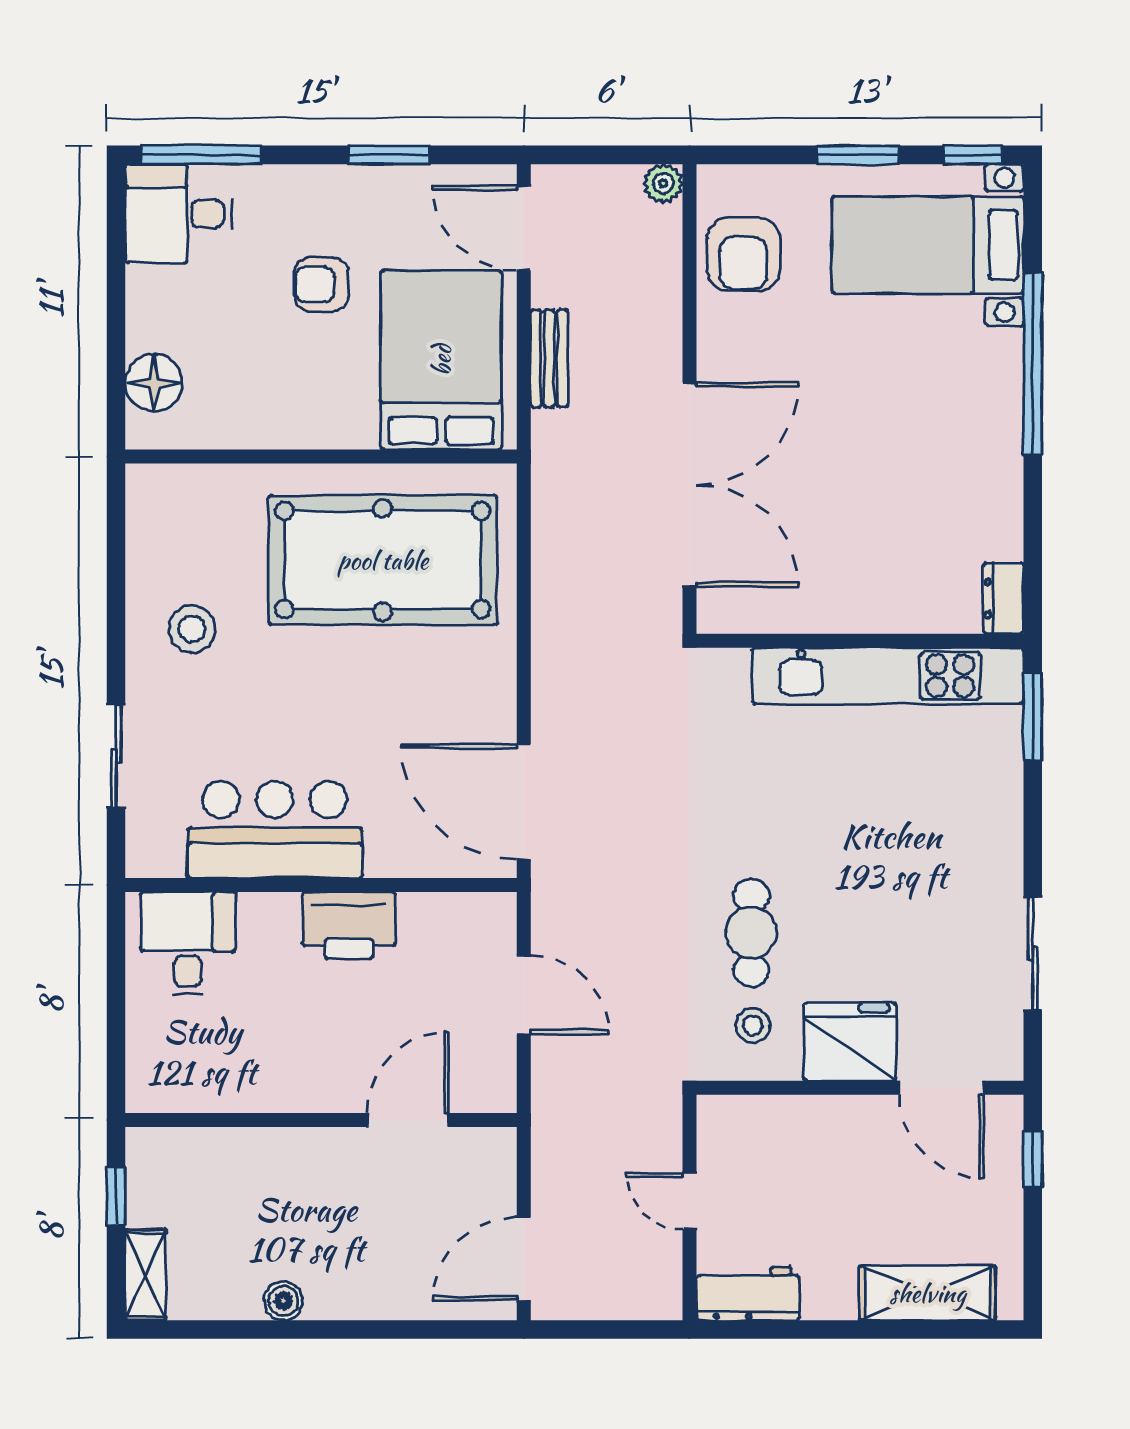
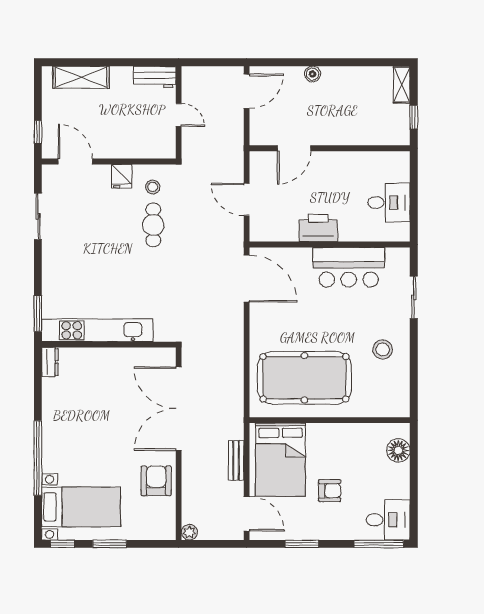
armchair: (743, 254) -> (156, 481), moved
desk: (188, 943) -> (389, 202), moved, turned -90
fridge: (850, 1042) -> (122, 176), width x0.53, depth x0.75
boiler: (283, 1301) -> (312, 74), moved

